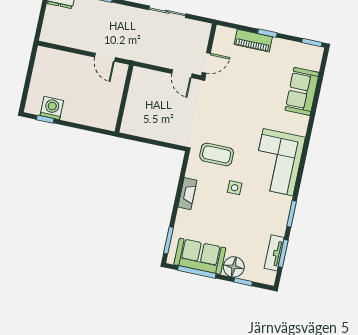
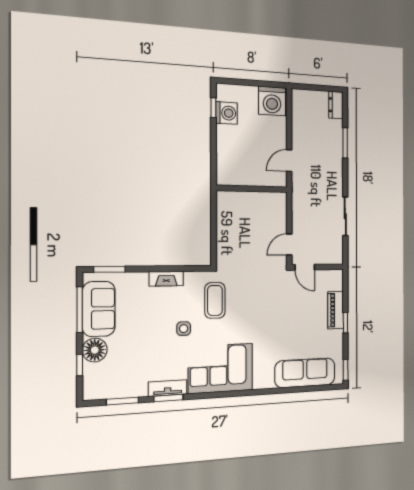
washing machine: (48, 62) -> (272, 101), added
sofa: (302, 91) -> (305, 373), width x1.36
tv unit: (274, 253) -> (168, 388), moved

